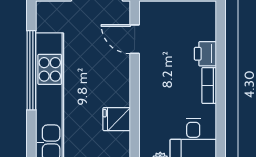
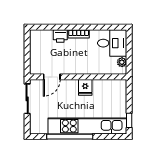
fridge: (117, 119) -> (85, 87), moved

